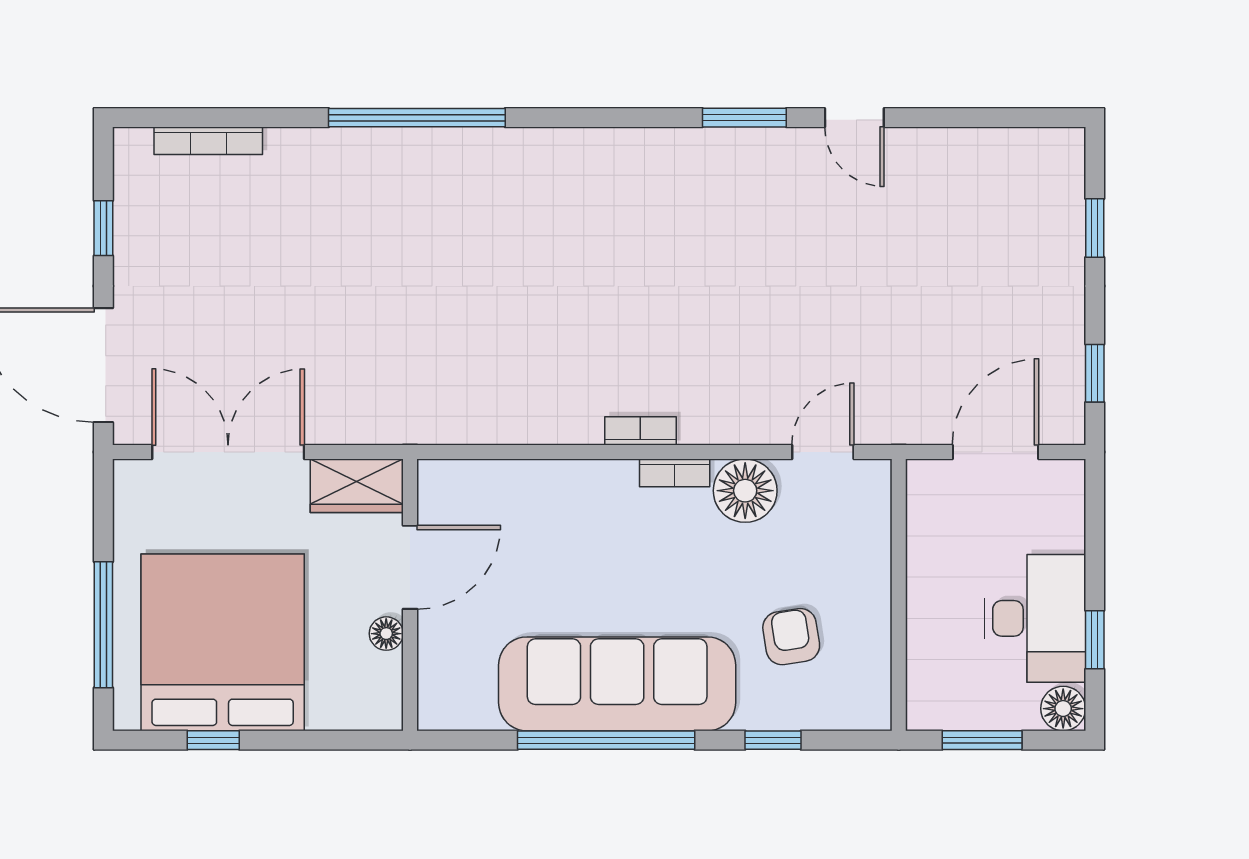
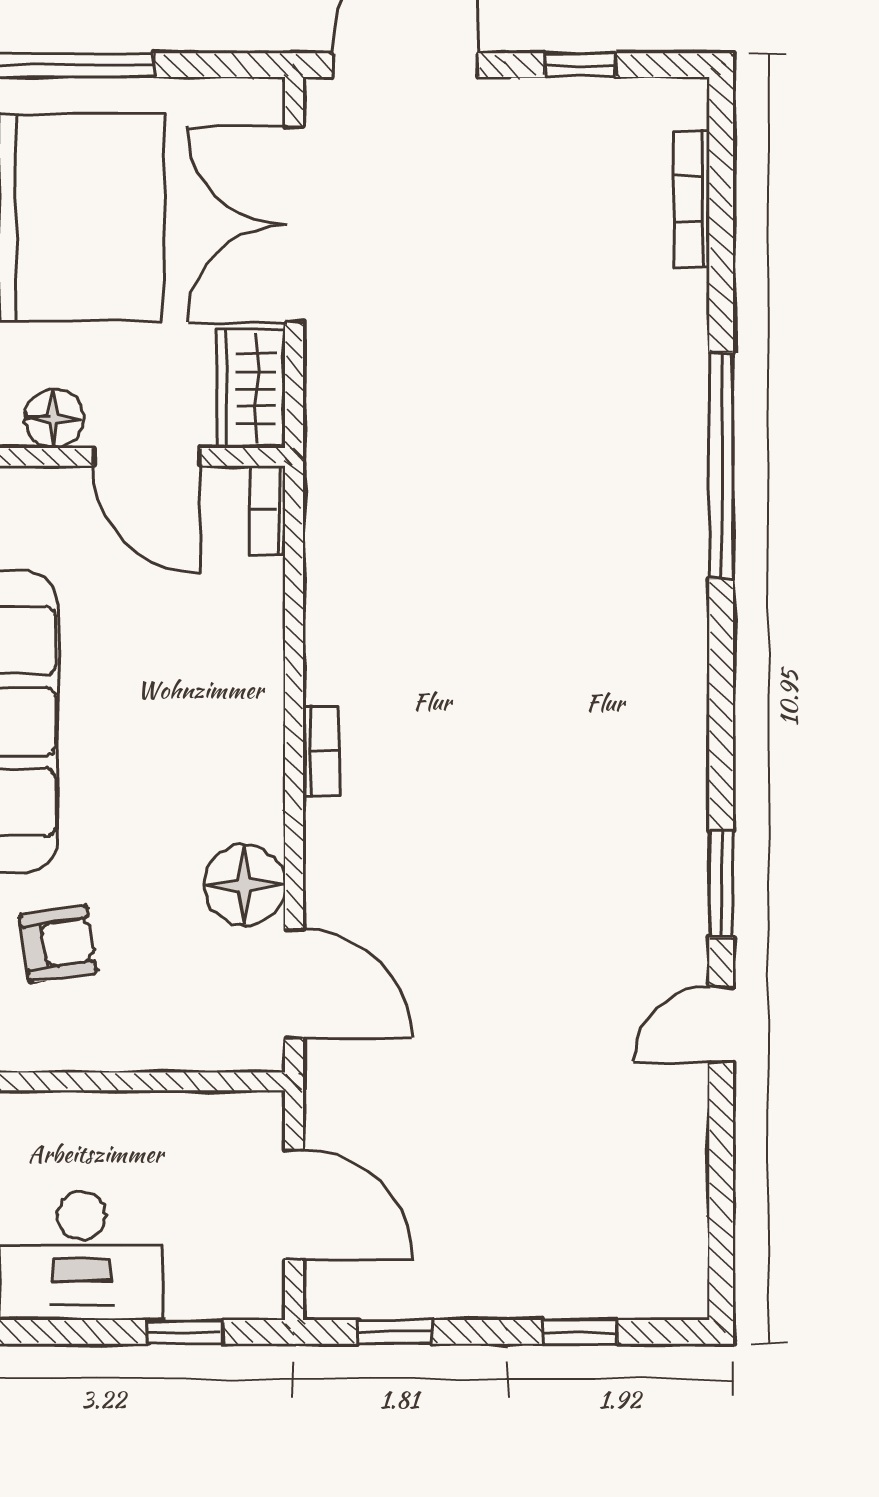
double door: (228, 452) -> (294, 224), swing flipped
door: (823, 452) -> (294, 984), width x1.38
bookcase: (675, 473) -> (267, 510), moved
floor lamp: (386, 634) -> (54, 418), width x1.37, depth x1.37
window: (1095, 640) -> (185, 1332), moved

